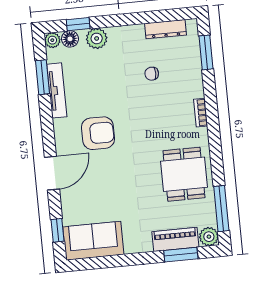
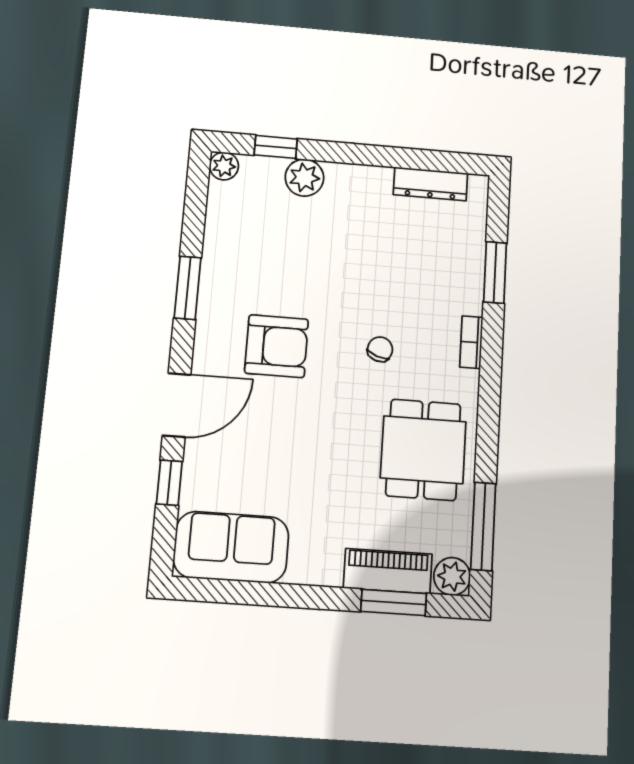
floor lamp: (70, 39) -> (256, 170), removed
window: (206, 52) -> (495, 272), moved
chair: (152, 74) -> (380, 349), moved, turned 109
window: (43, 77) -> (188, 288), moved
tv unit: (57, 90) -> (215, 256), removed
window: (58, 230) -> (169, 483), moved

